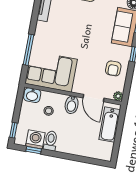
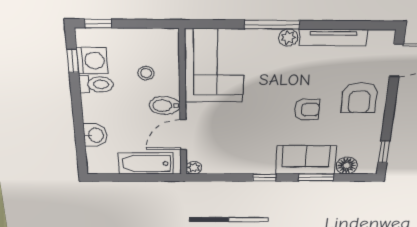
plant: (41, 27) -> (288, 38), added
window: (28, 50) -> (272, 25), moved
armchair: (113, 68) -> (307, 110), moved, turned 180
washbasin: (32, 95) -> (95, 135), moved, turned 180

